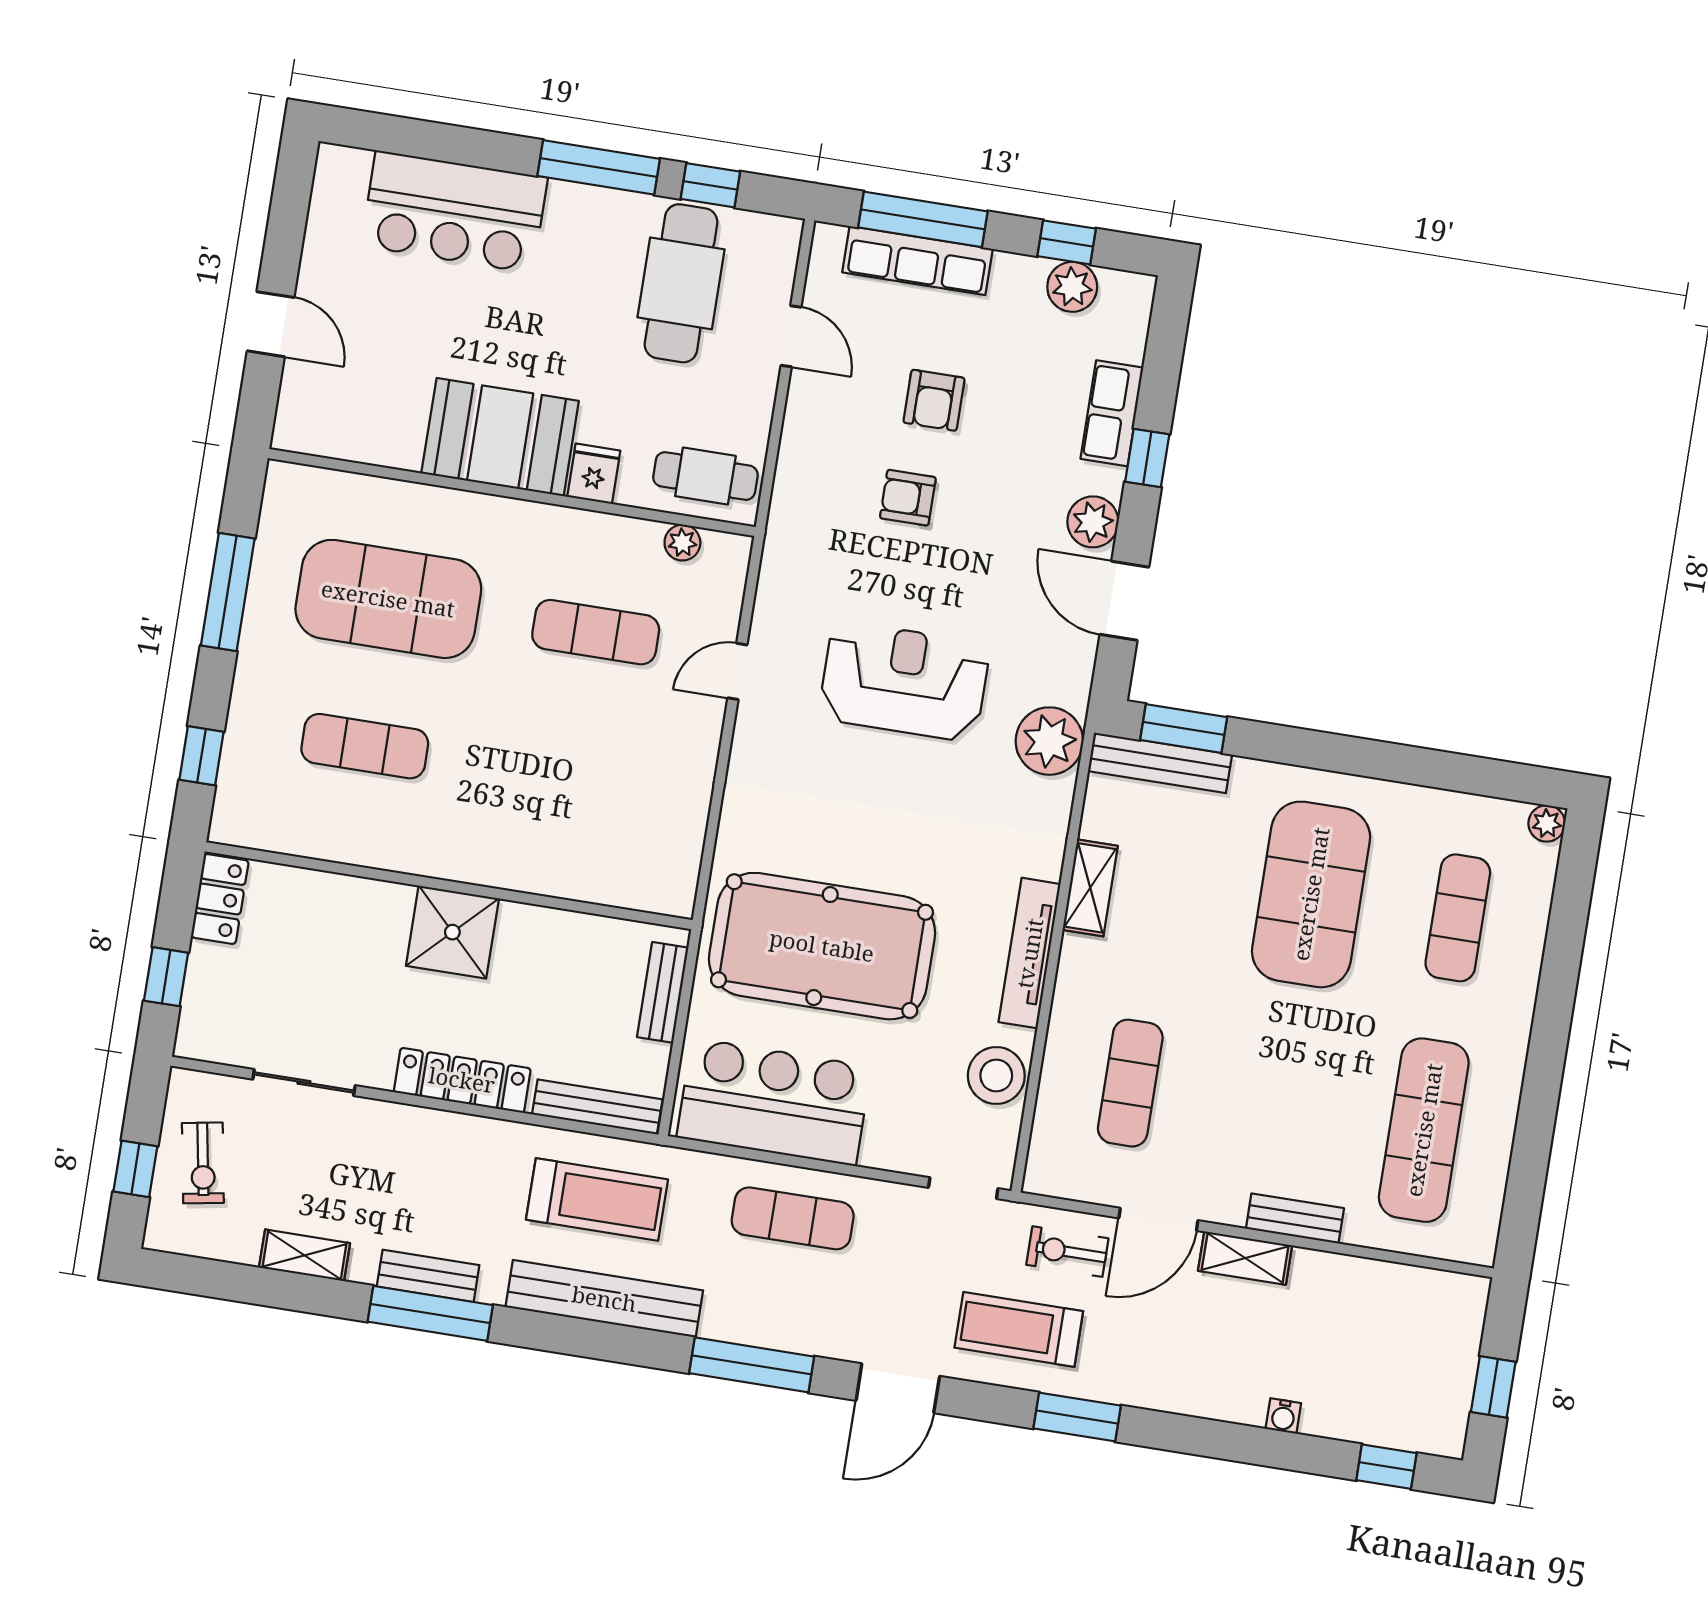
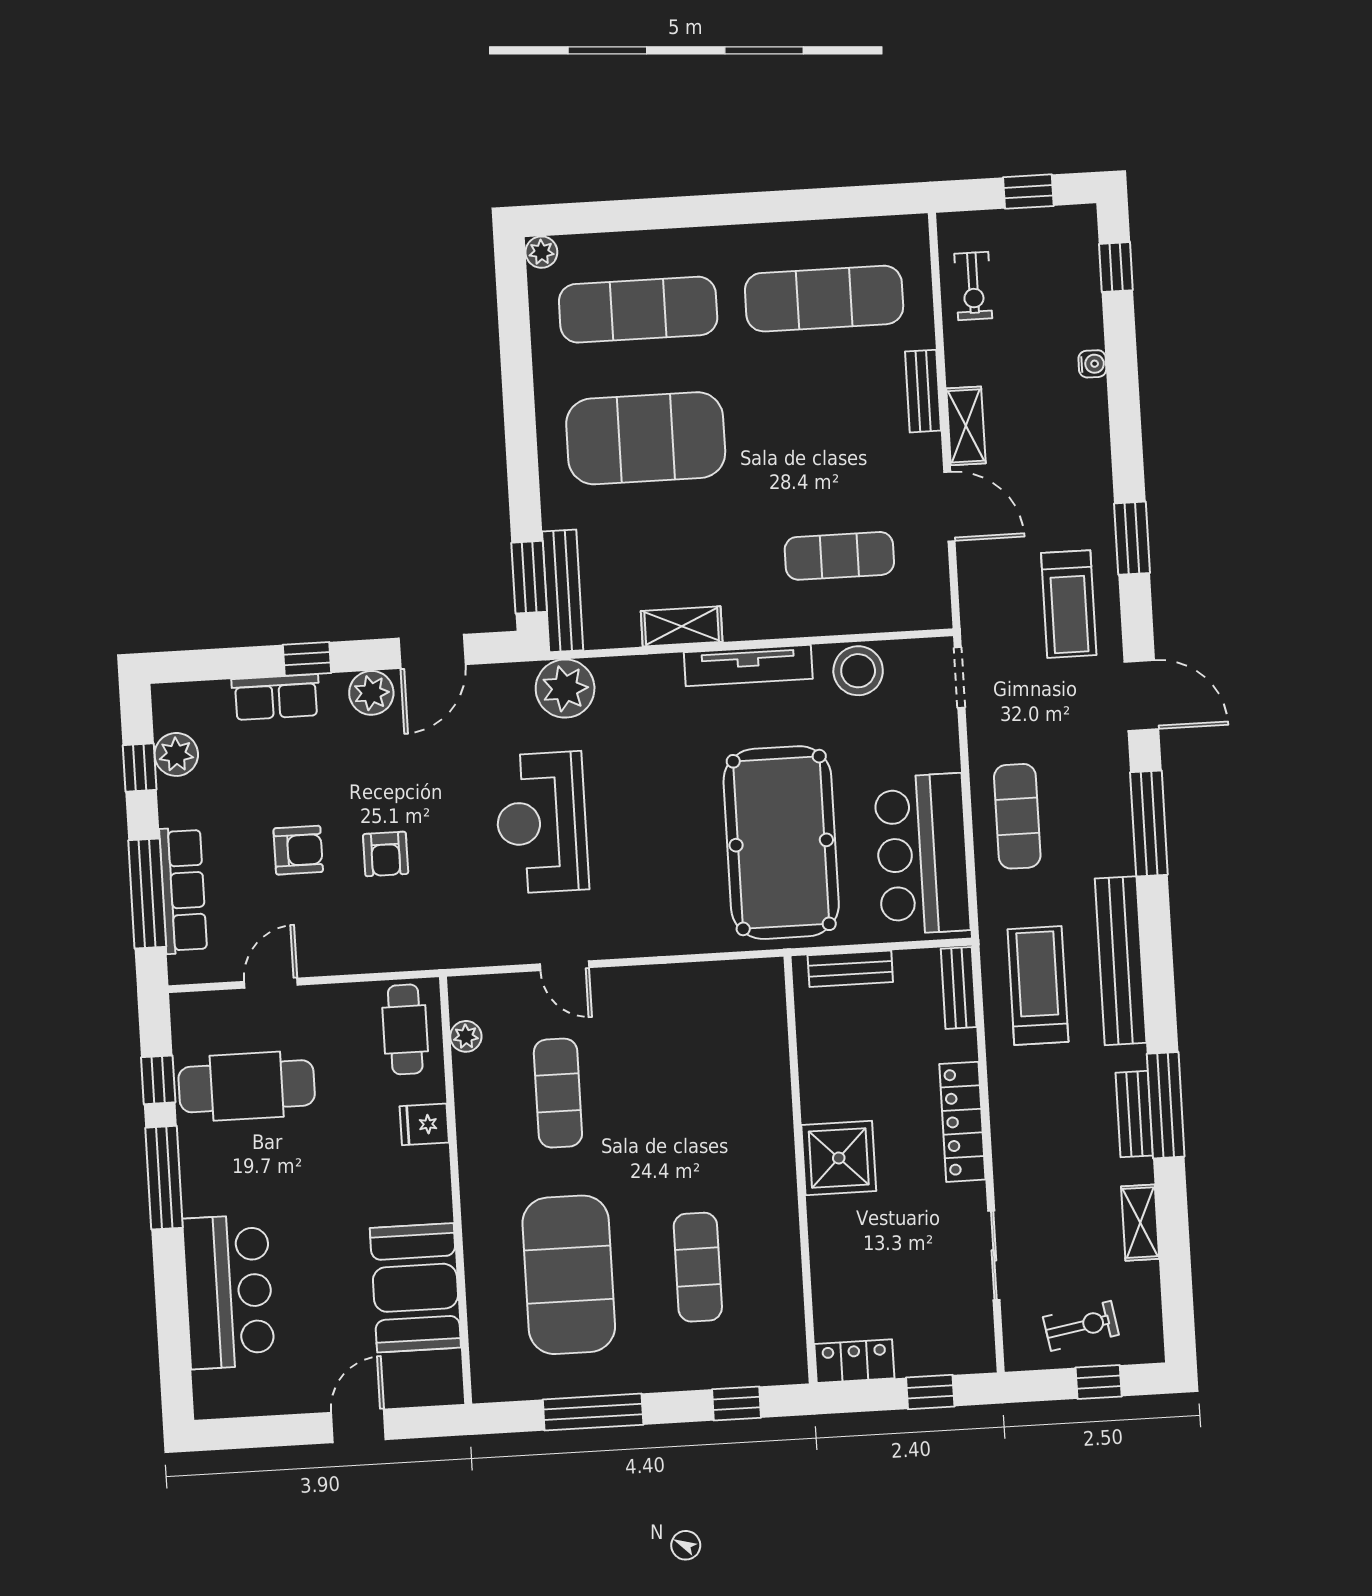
booth: (500, 437) -> (415, 1288), moved
exercise mat: (1458, 918) -> (638, 310), width x1.36, depth x1.45
bench: (597, 1107) -> (959, 988), width x0.73
exercise bike: (1067, 1252) -> (973, 286), moved

